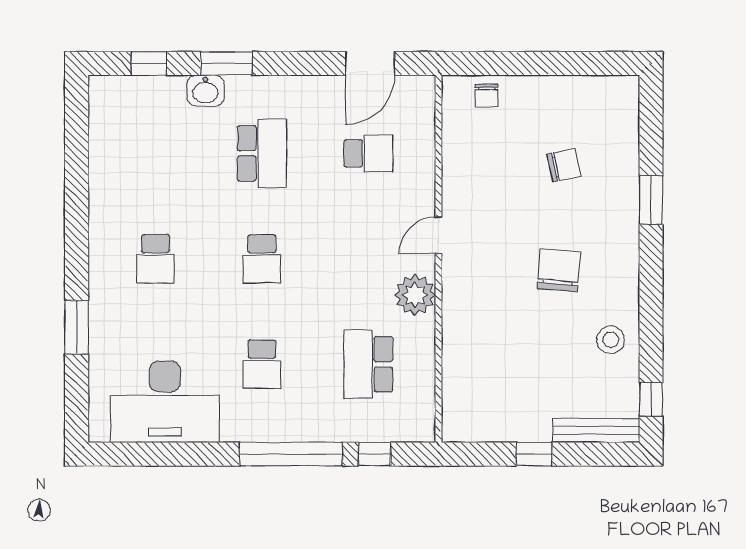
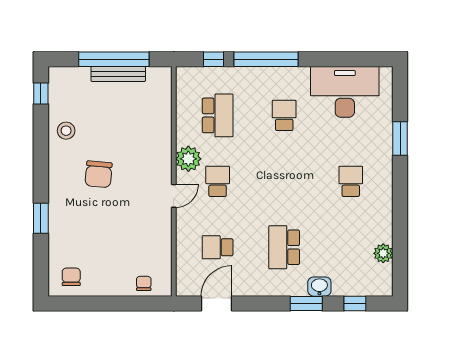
plant: (104, 144) -> (383, 253), added
chair: (564, 165) -> (71, 277), moved, turned 102
school desk: (262, 259) -> (218, 181), moved
bench: (596, 430) -> (118, 74), moved
window: (534, 454) -> (114, 59), width x3.17

